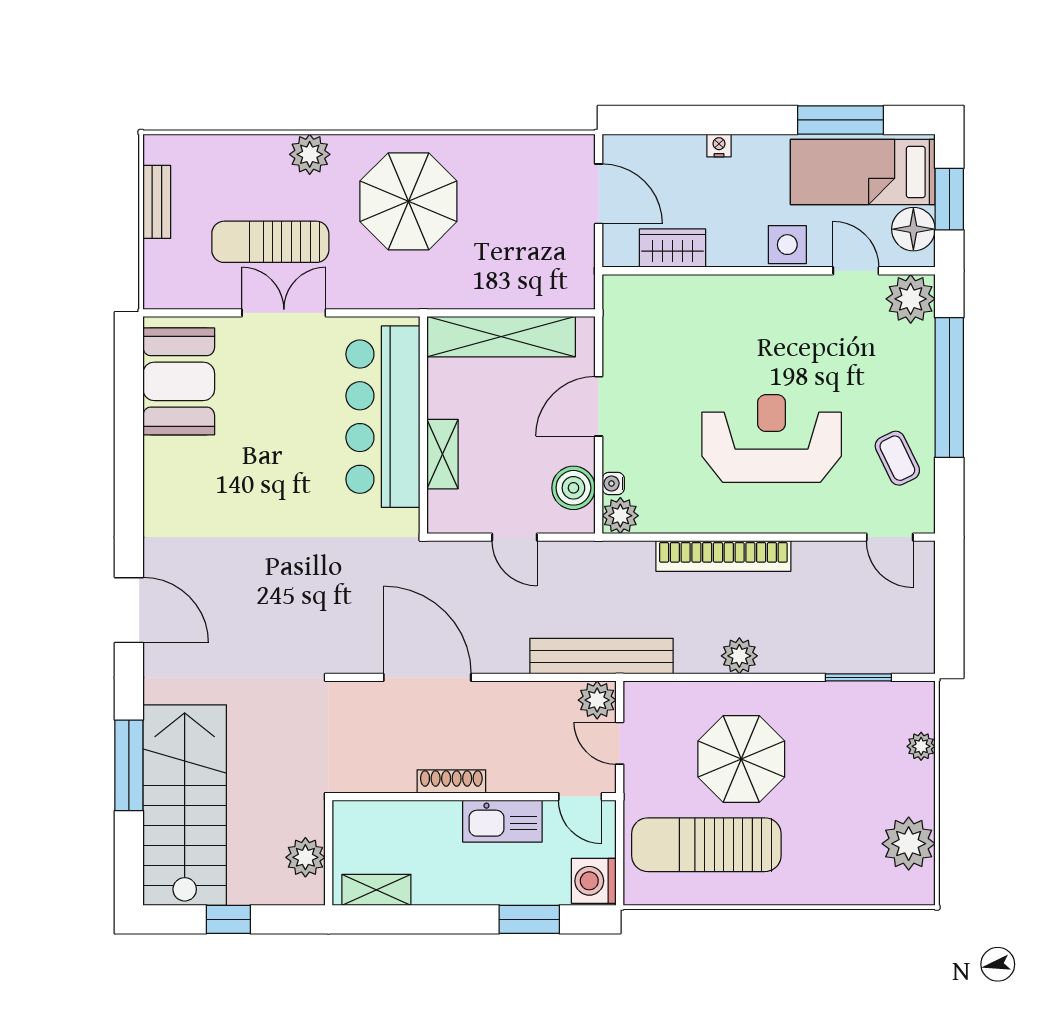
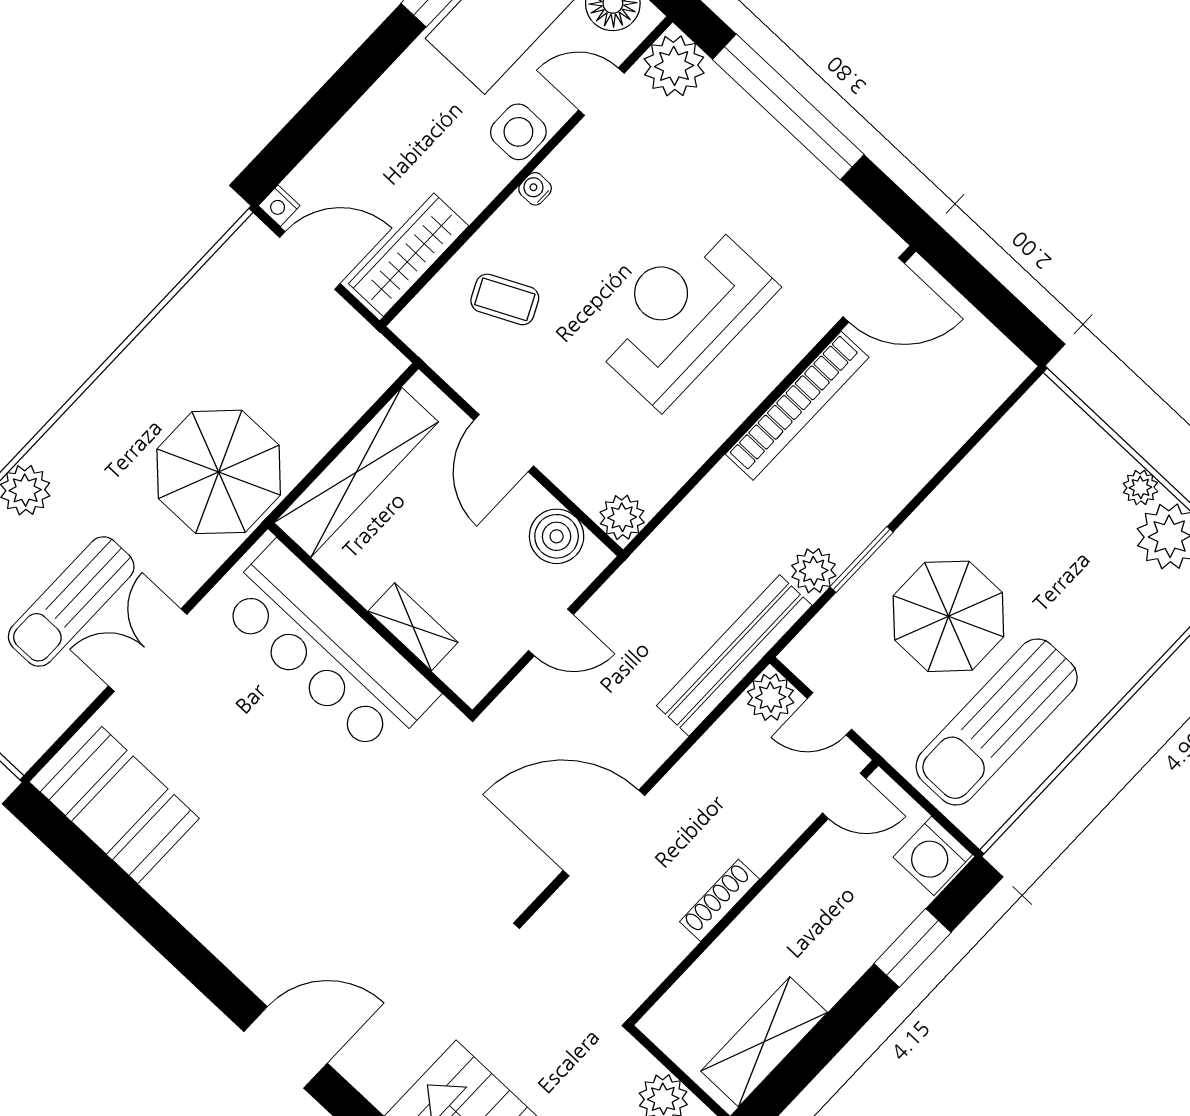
nightstand: (719, 145) -> (279, 206), moved, turned -90
parasol: (408, 201) -> (219, 472), moved
wardrobe: (672, 248) -> (409, 255), width x1.50
coffee table: (897, 458) -> (505, 299), moved
water cooler: (613, 483) -> (535, 189), moved, turned 90
door: (890, 537) -> (874, 290), width x1.38
bookcase: (723, 556) -> (797, 406), moved
plant: (739, 656) -> (814, 571), moved
window: (858, 677) -> (861, 560), moved
plant: (921, 746) -> (1140, 487), moved
kitchen sink: (502, 821) -> (800, 888), removed
shelving: (376, 890) -> (764, 1042), width x1.50, depth x1.33

